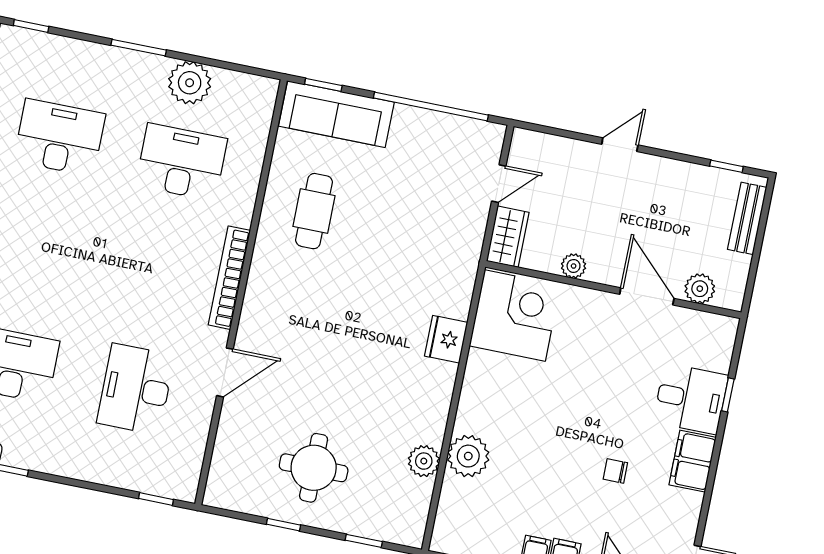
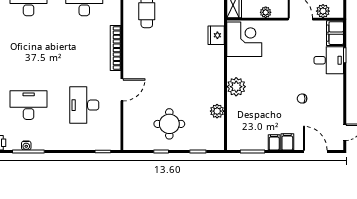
fridge: (446, 339) -> (216, 35), moved
plant: (468, 456) -> (236, 87), moved
filing cabinet: (693, 461) -> (335, 33), moved

